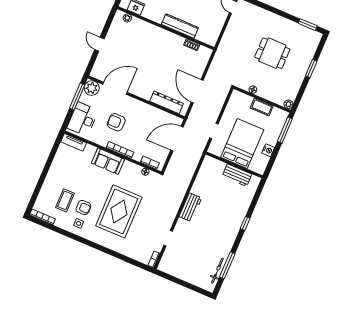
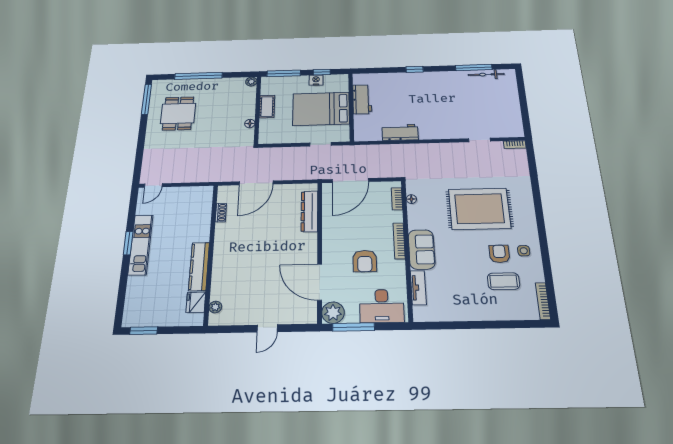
window: (308, 25) -> (146, 99), width x1.44
kitchen counter: (180, 26) -> (199, 266), moved
dining table: (272, 53) -> (178, 113), moved
window: (311, 68) -> (198, 76), width x2.11
door: (197, 91) -> (256, 183), moved
door: (177, 139) -> (350, 181), hinge flipped
tv unit: (74, 142) -> (418, 288), moved
window: (273, 157) -> (322, 72), added
workbench: (190, 207) -> (400, 132), moved

